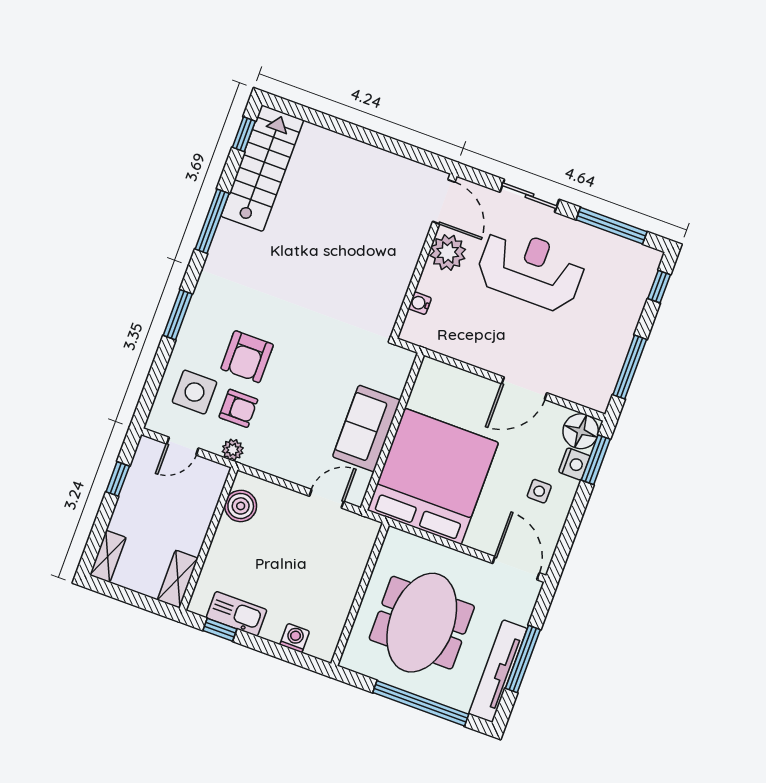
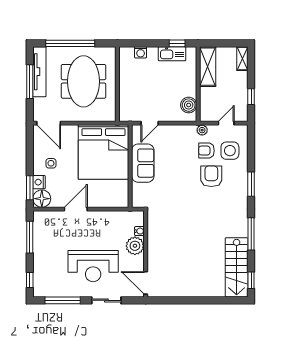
plant: (448, 253) -> (135, 246), moved
shelving: (178, 579) -> (208, 67), width x1.50, depth x1.33

